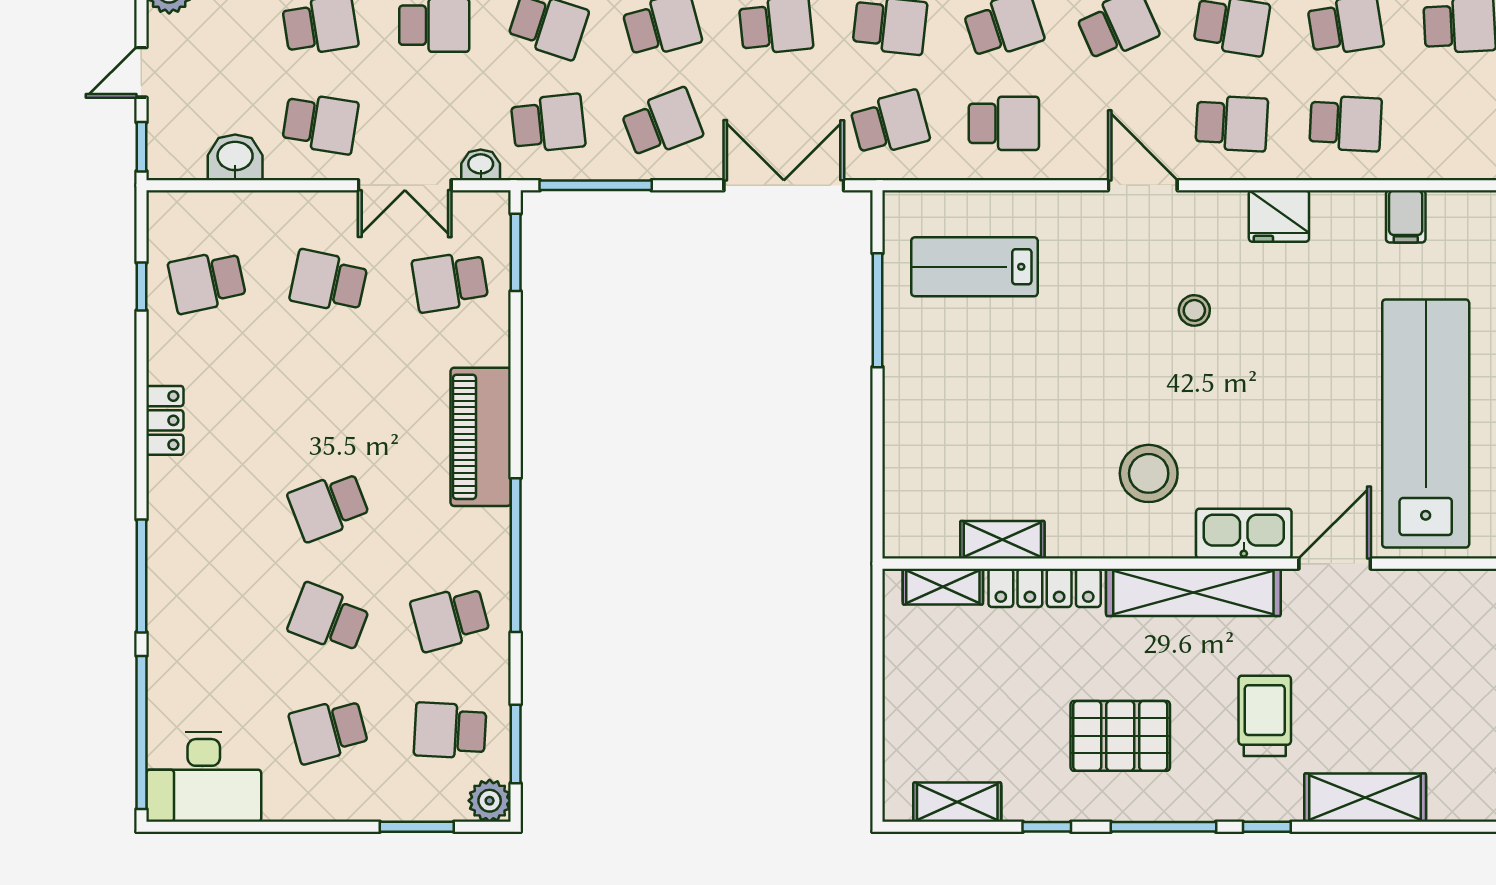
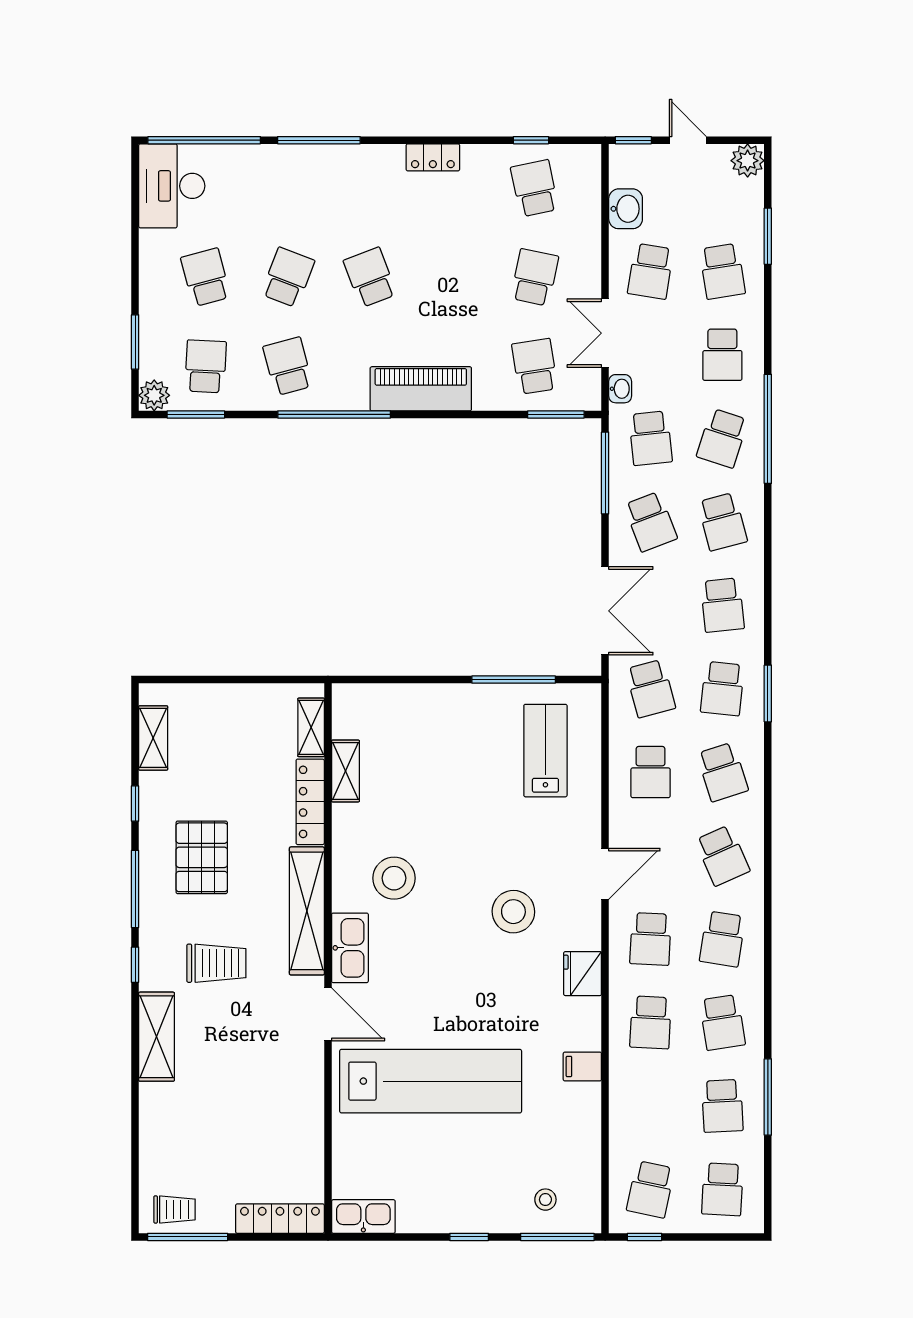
stool: (1194, 310) -> (513, 912), width x1.89, depth x1.89

